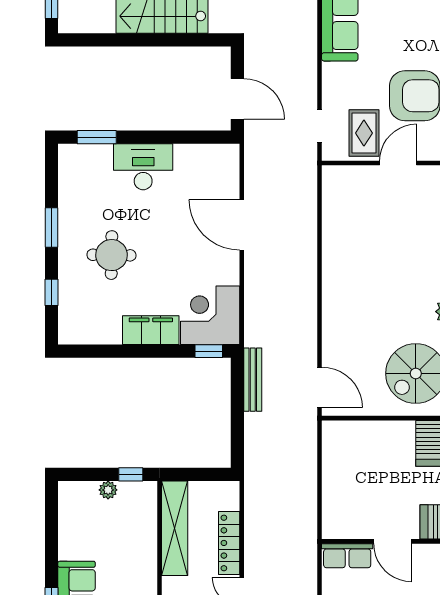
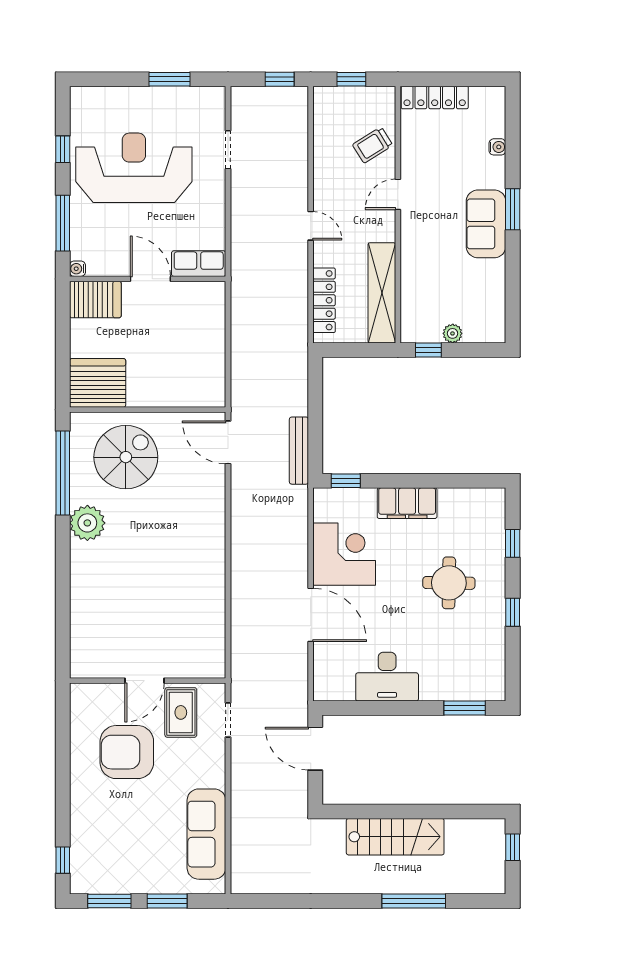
desk: (143, 167) -> (387, 677), moved
window: (51, 227) -> (513, 612), width x0.67
corner desk: (210, 315) -> (344, 554), moved, turned -90
locker: (229, 543) -> (324, 300), moved

